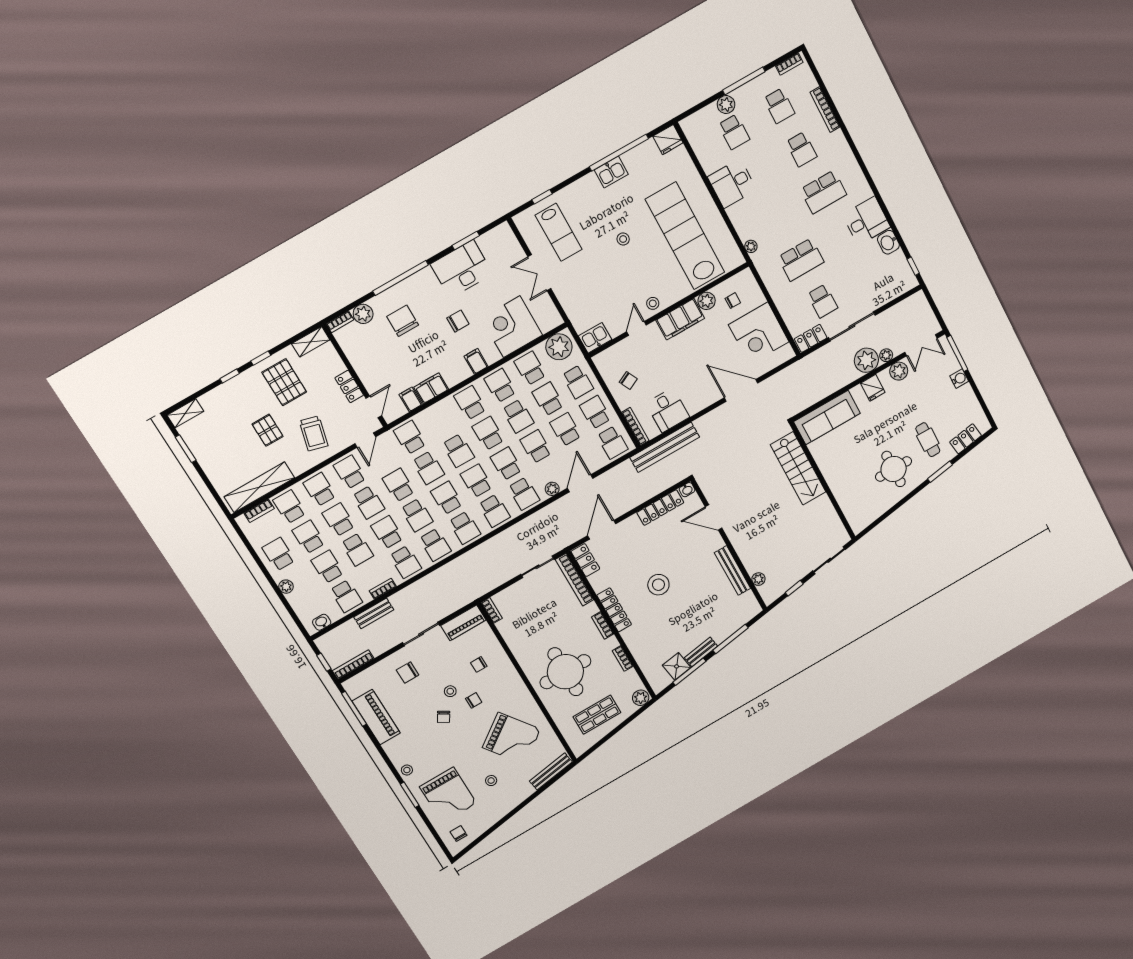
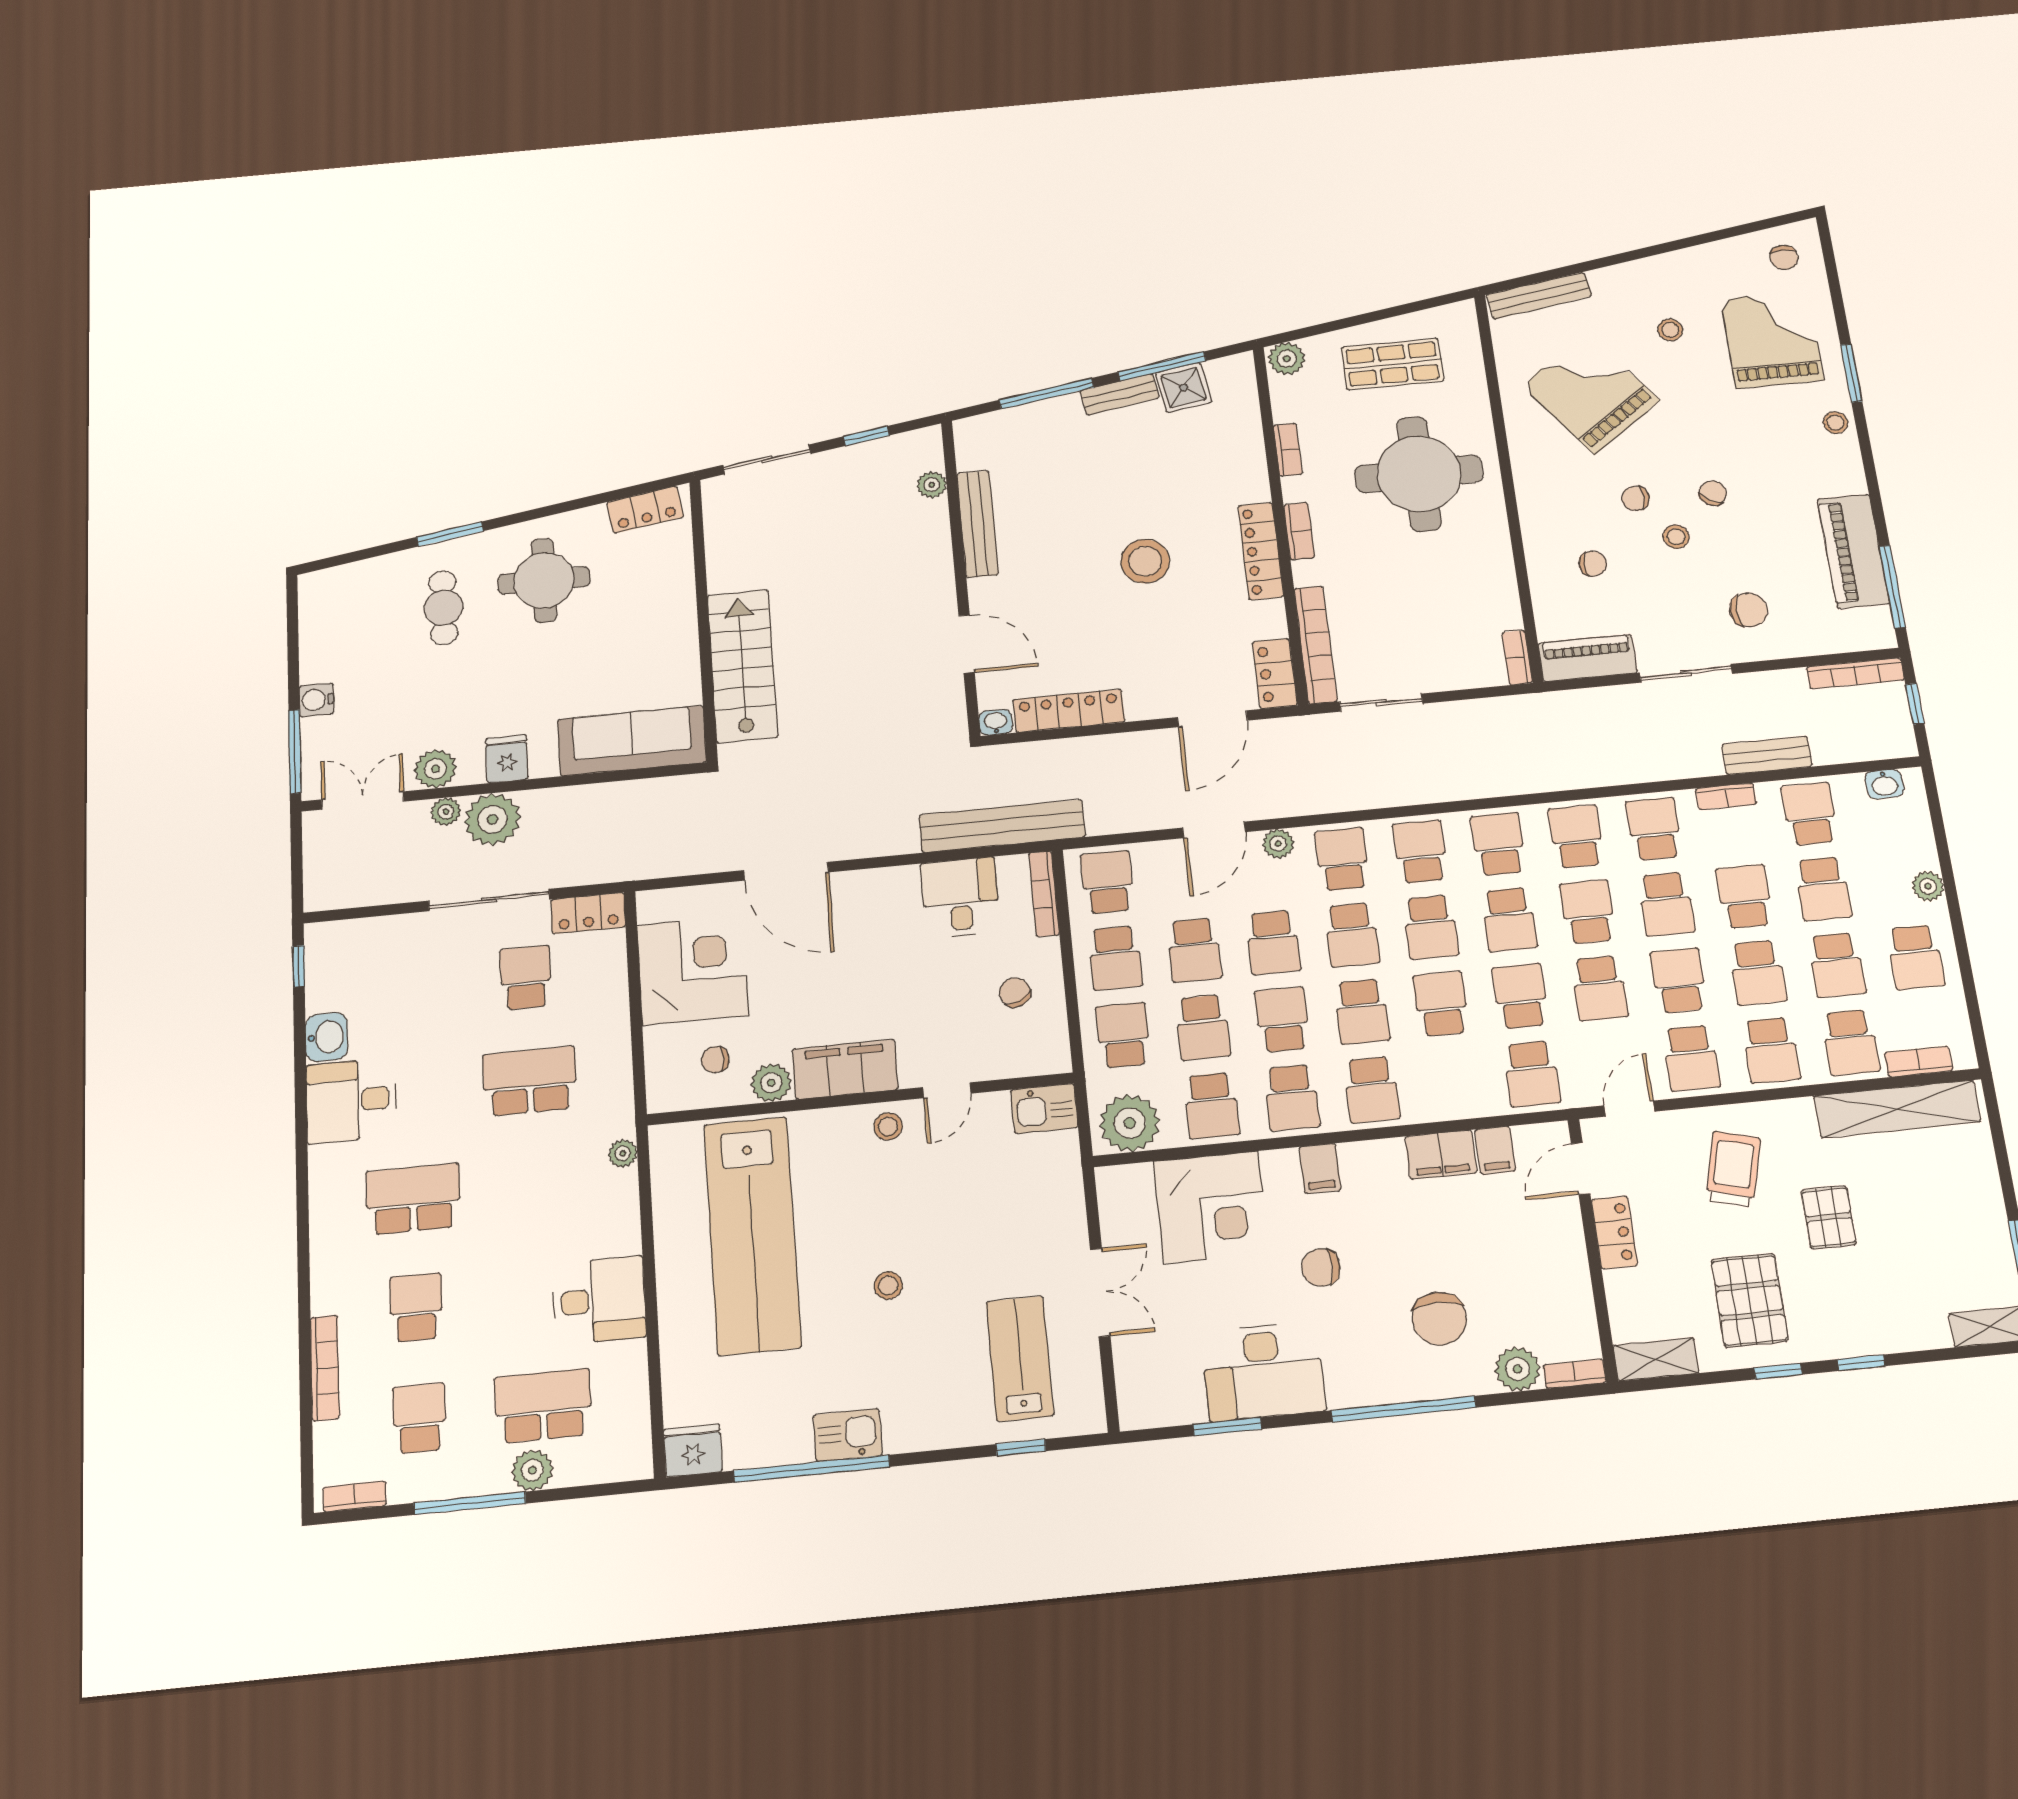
school desk: (734, 132) -> (543, 1406), width x1.85
locker: (966, 439) -> (645, 510), moved

